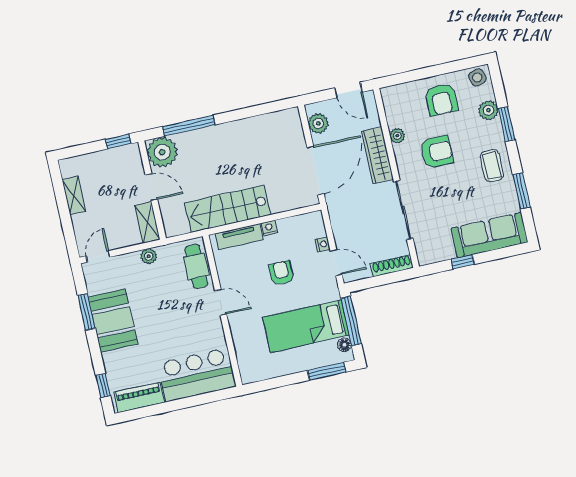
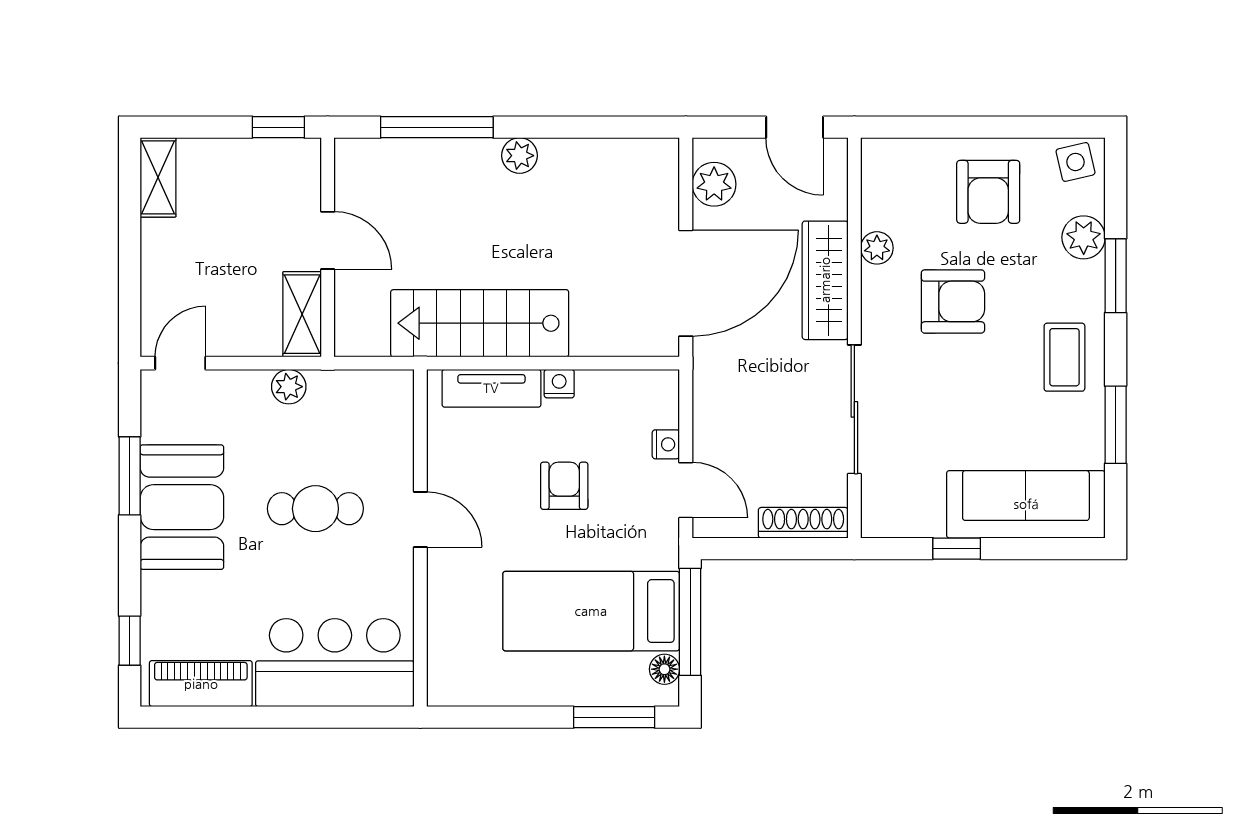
plant: (162, 152) -> (520, 156), moved, width x0.53, depth x0.53
shelving: (74, 195) -> (158, 177), moved
cafe table: (196, 266) -> (315, 509), moved, turned 90

